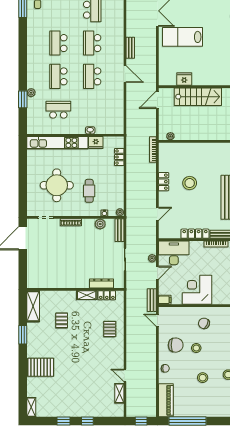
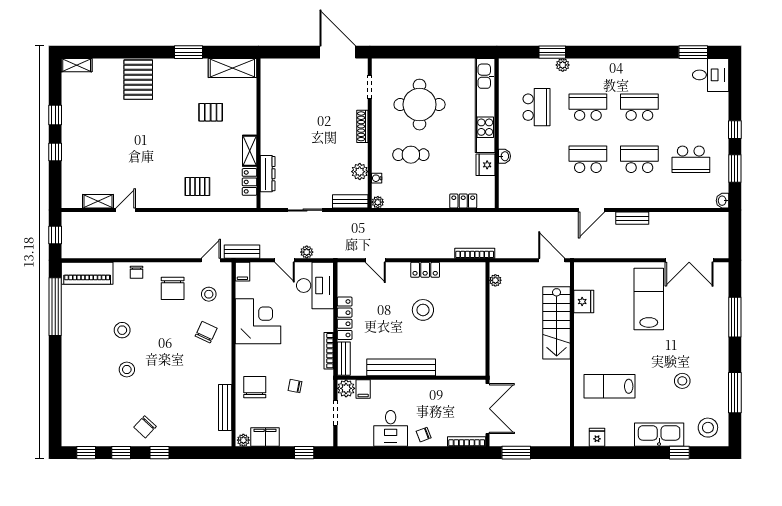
stool: (196, 348) -> (209, 294), moved

